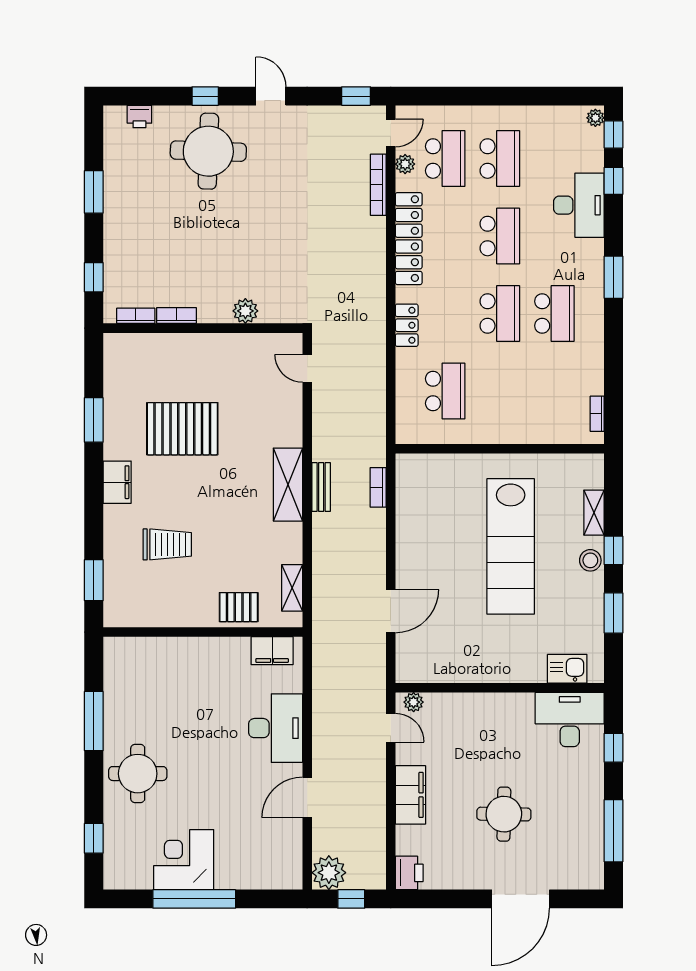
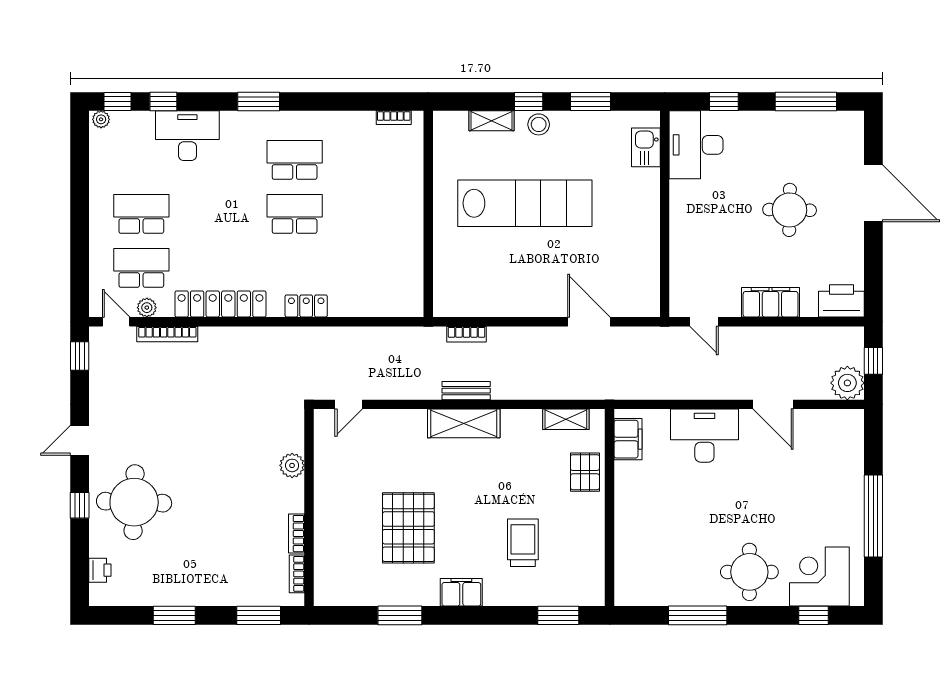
school desk: (500, 236) -> (218, 214), removed
window: (94, 277) -> (259, 615), width x1.50
school desk: (445, 391) -> (371, 268), removed
plant: (414, 702) -> (679, 299), removed
door: (391, 728) -> (704, 322), swing flipped
corner desk: (184, 860) -> (819, 577), moved, turned 90
printer: (409, 873) -> (841, 301), width x1.37, depth x1.19

